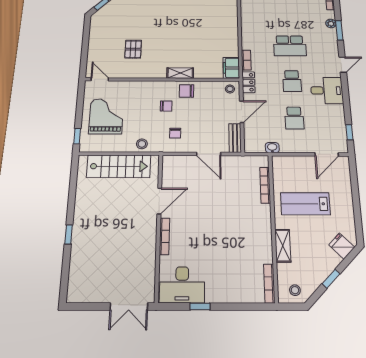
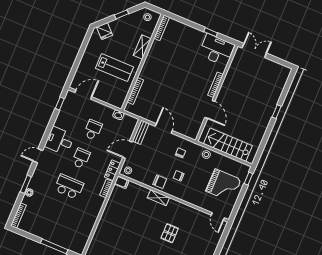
pallet: (133, 49) -> (170, 233), moved
filing cabinet: (231, 68) -> (122, 182), width x0.50
grand piano: (106, 116) -> (223, 185), turned -90
door: (159, 201) -> (210, 109), swing flipped

